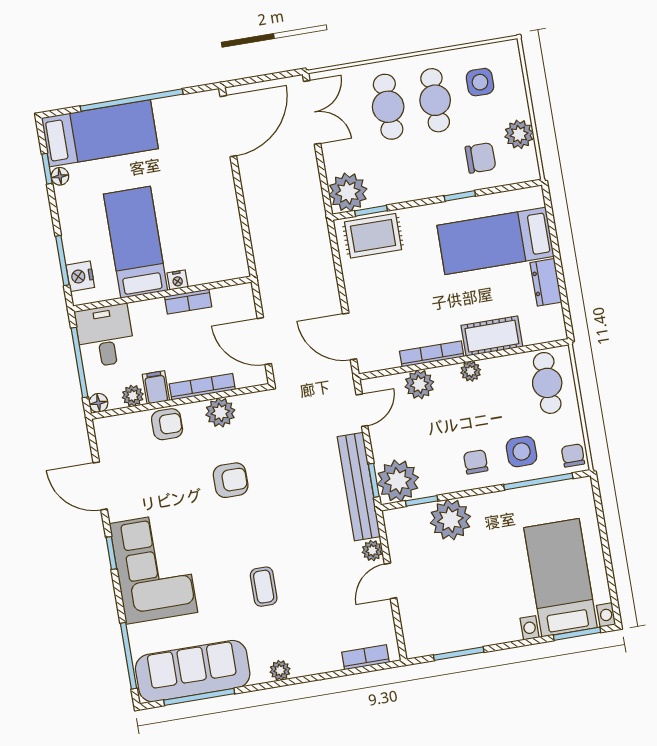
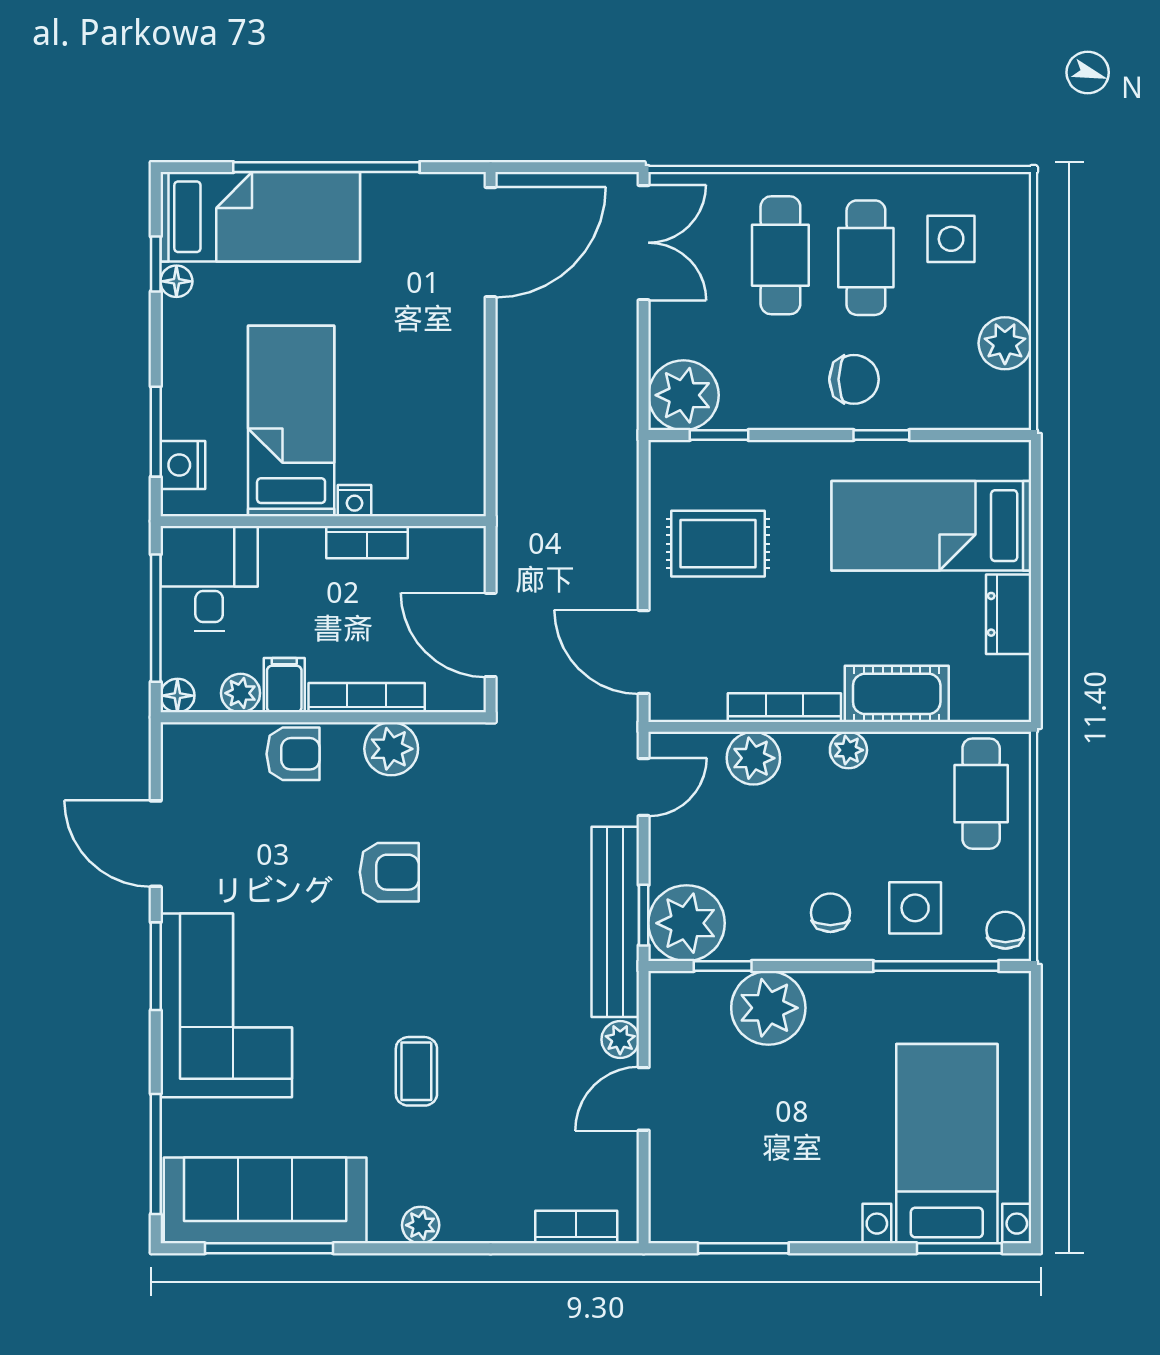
chair: (480, 158) -> (854, 379), moved
rug: (373, 236) -> (718, 544), moved
window: (111, 553) -> (156, 966), width x1.50

